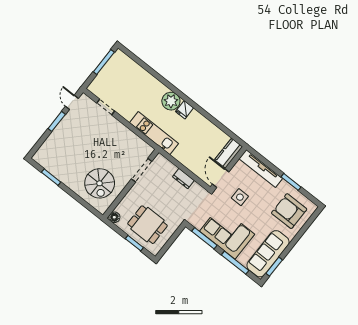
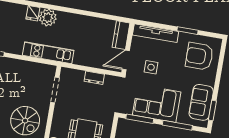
fridge: (185, 110) -> (33, 13), moved
door: (221, 178) -> (126, 60), hinge flipped
sofa: (268, 254) -> (201, 102), width x0.73

